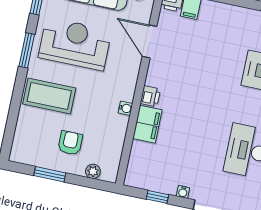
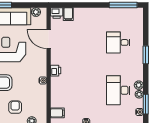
filing cabinet: (147, 124) -> (57, 113), moved, width x0.50

